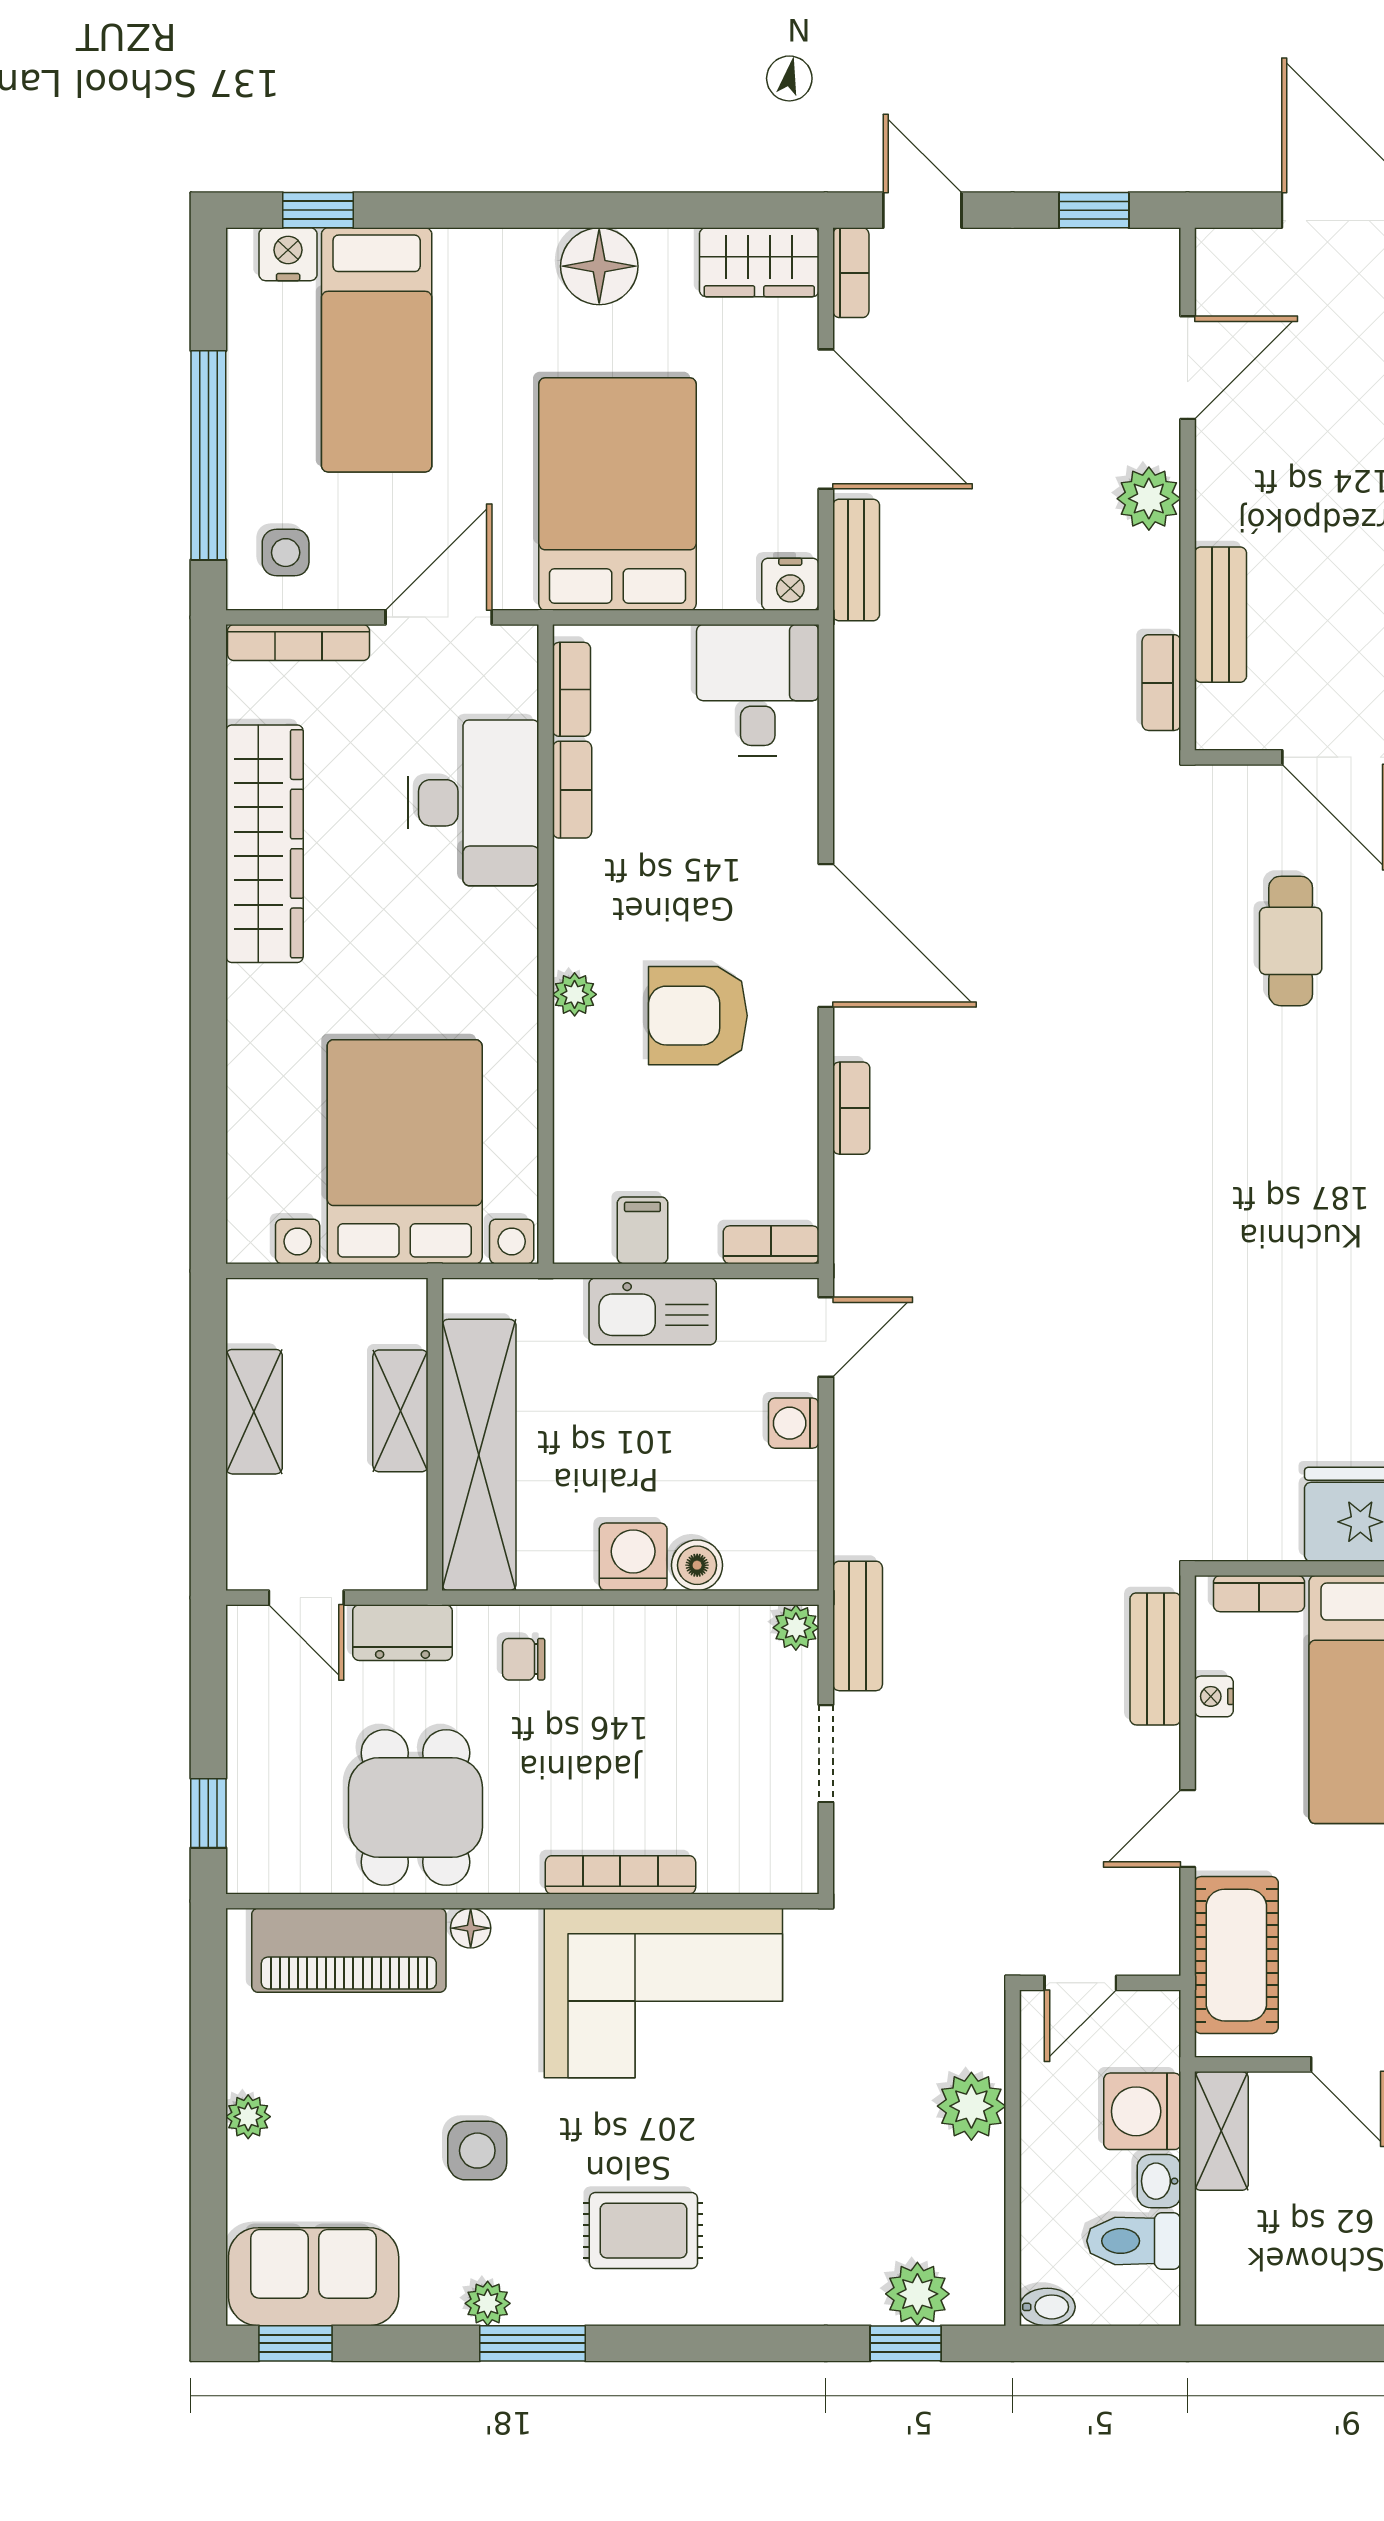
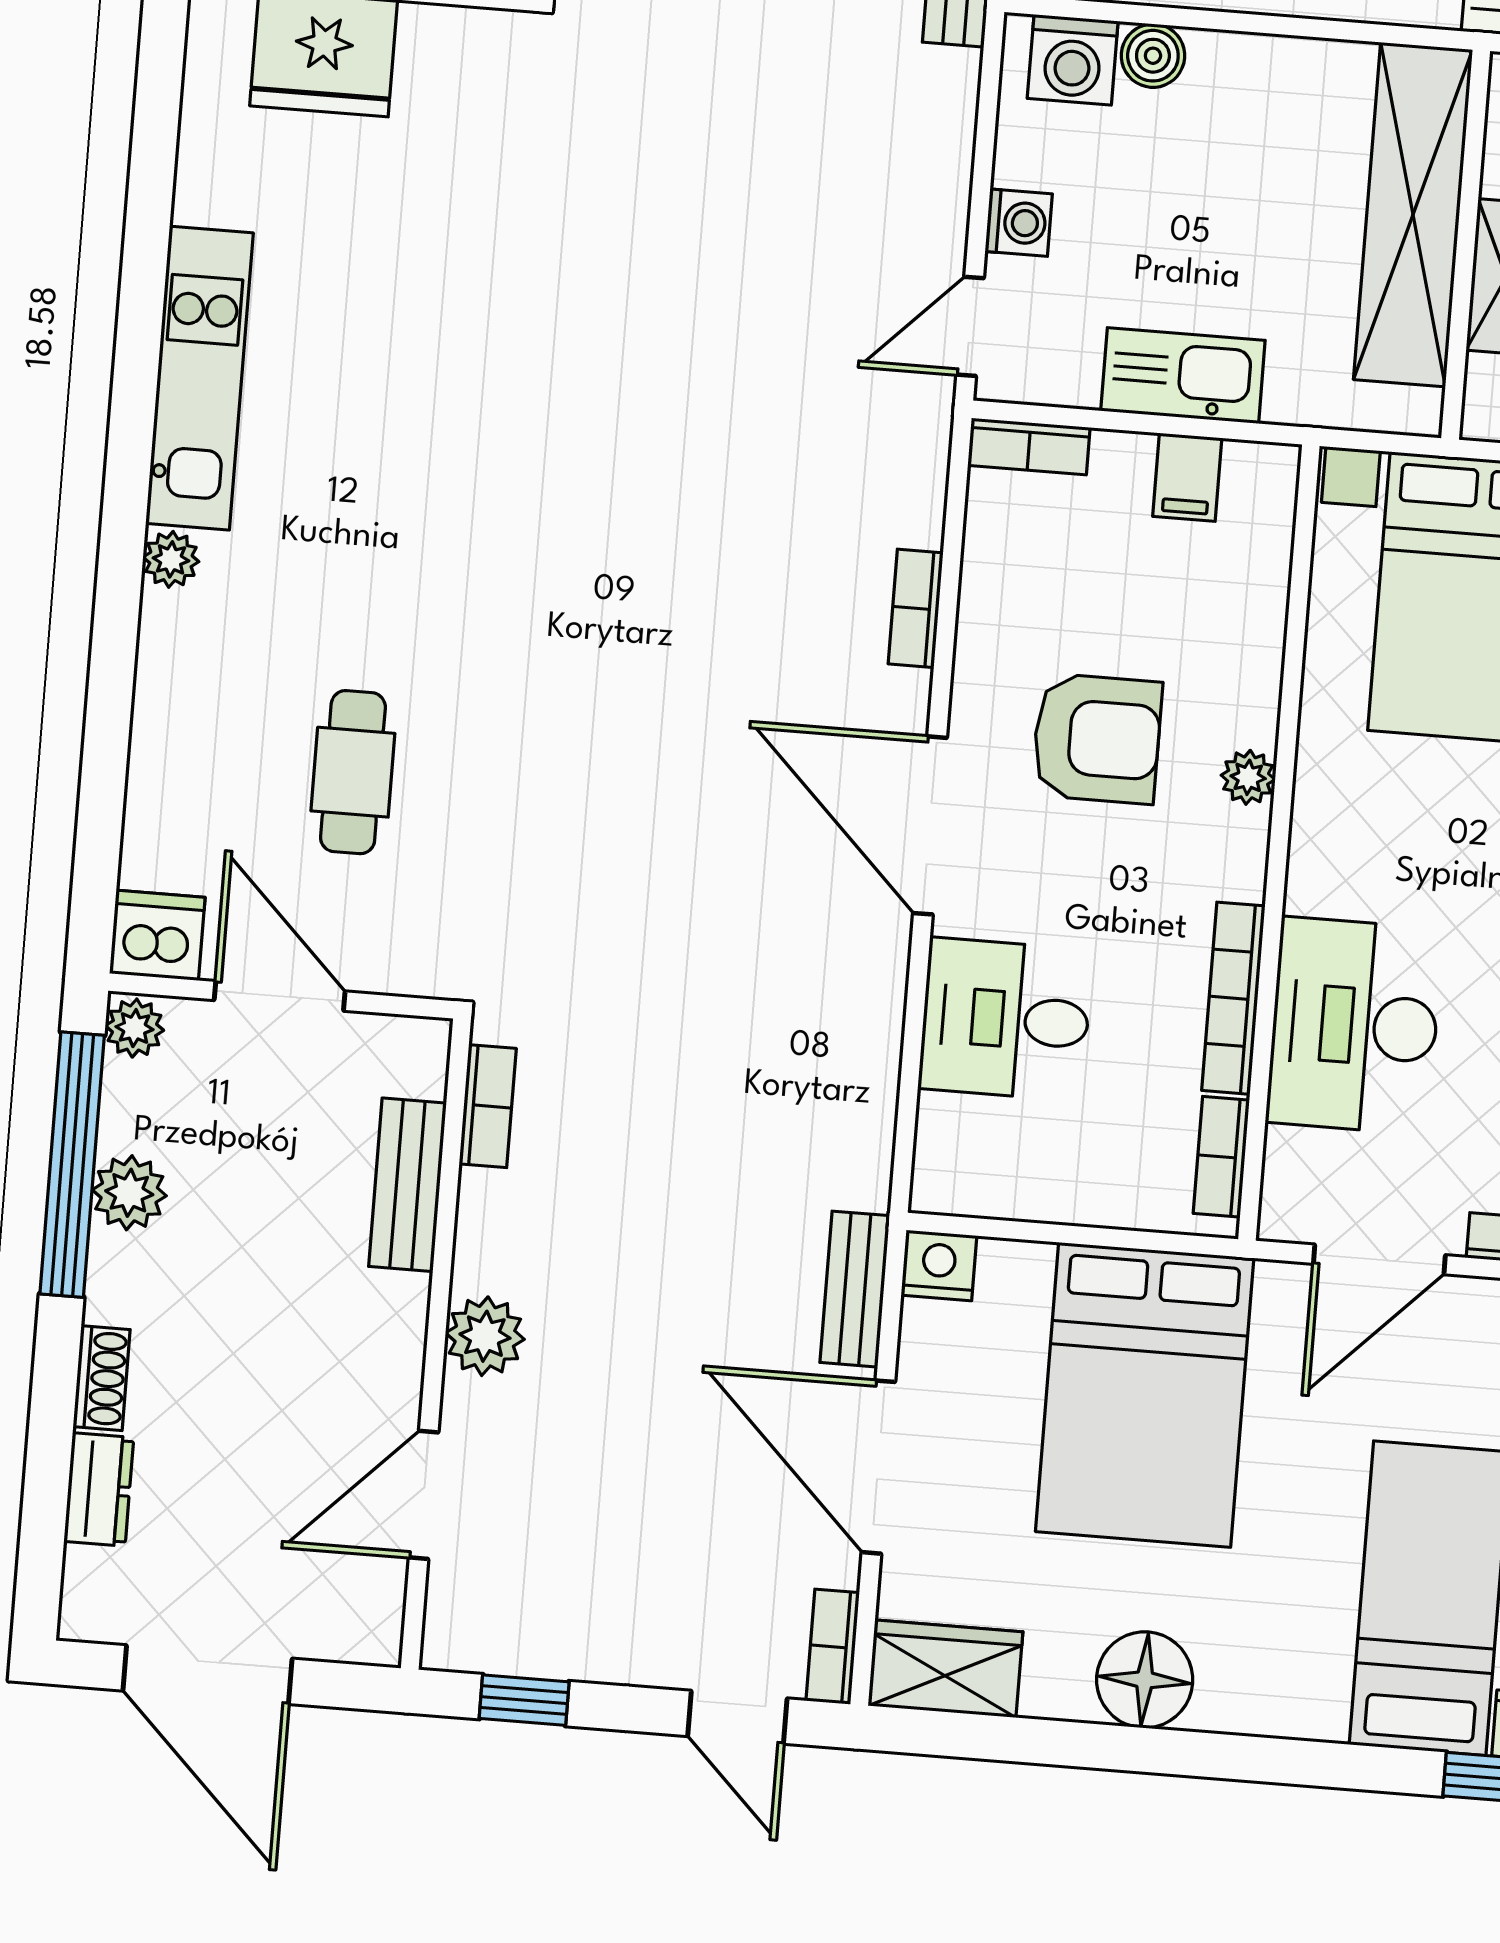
desk: (758, 690) -> (1005, 1019), moved, turned 90
bookcase: (572, 790) -> (1233, 998), width x1.56
washing machine: (633, 1557) -> (1073, 60), moved

